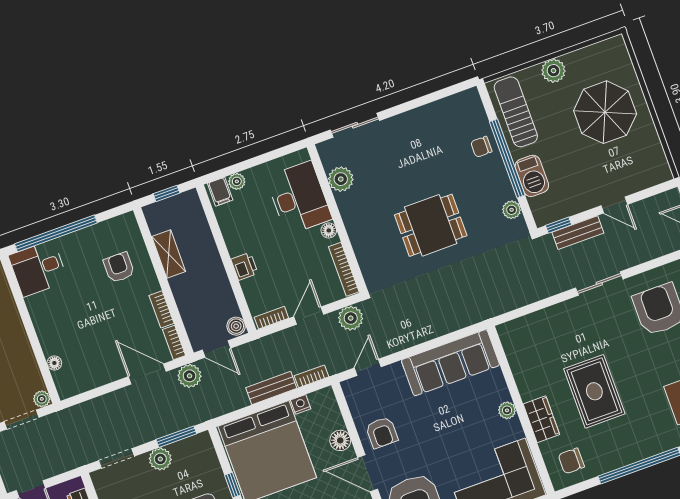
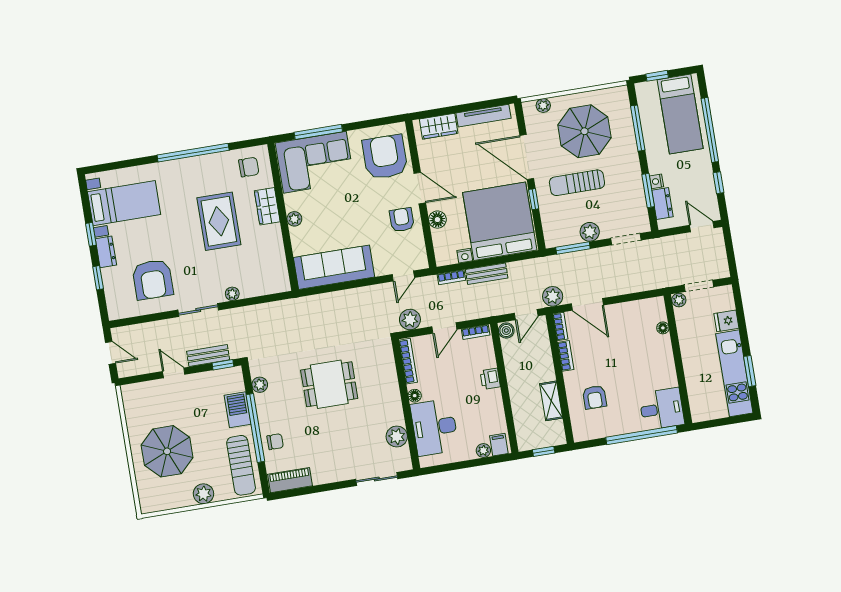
piano: (456, 105) -> (290, 480), added
plant: (563, 310) -> (232, 294), added
door: (217, 349) -> (526, 315), swing flipped

